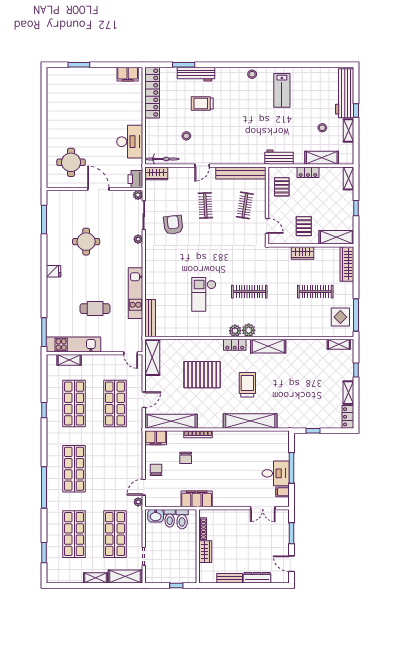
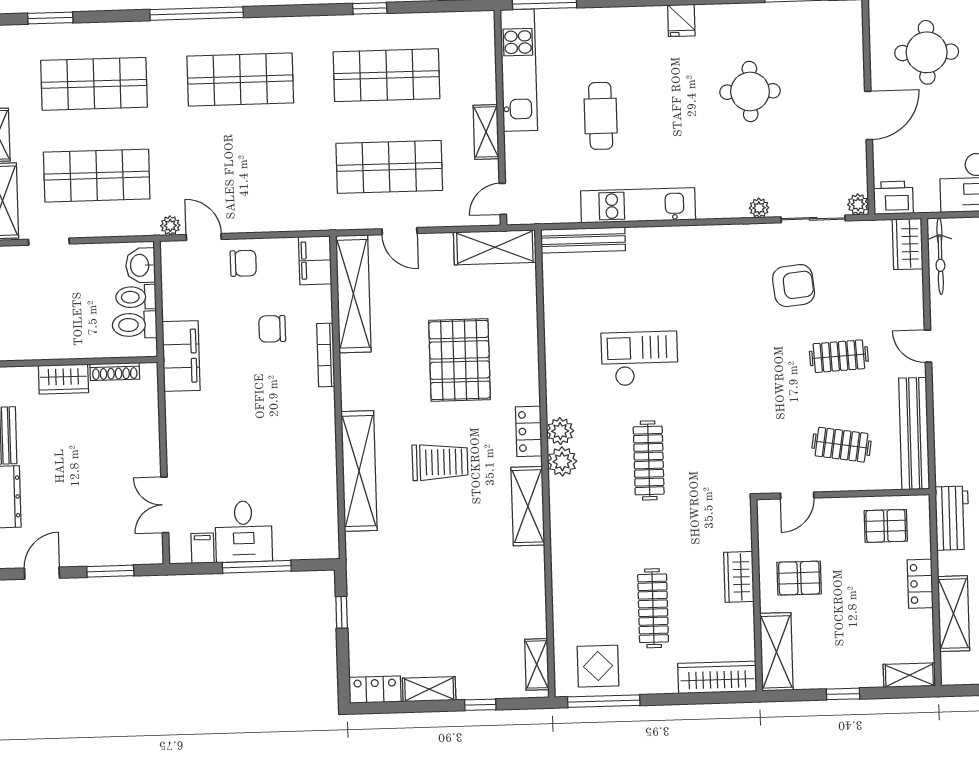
shelving: (69, 360) -> (486, 132), moved

